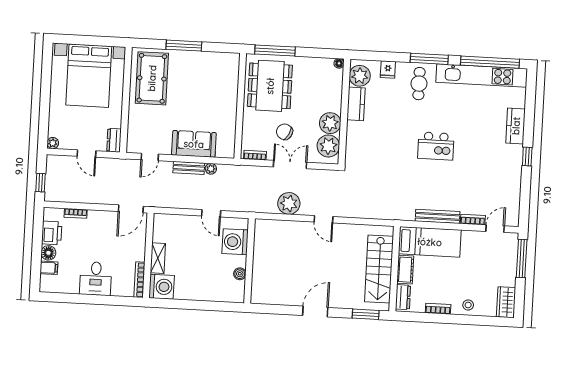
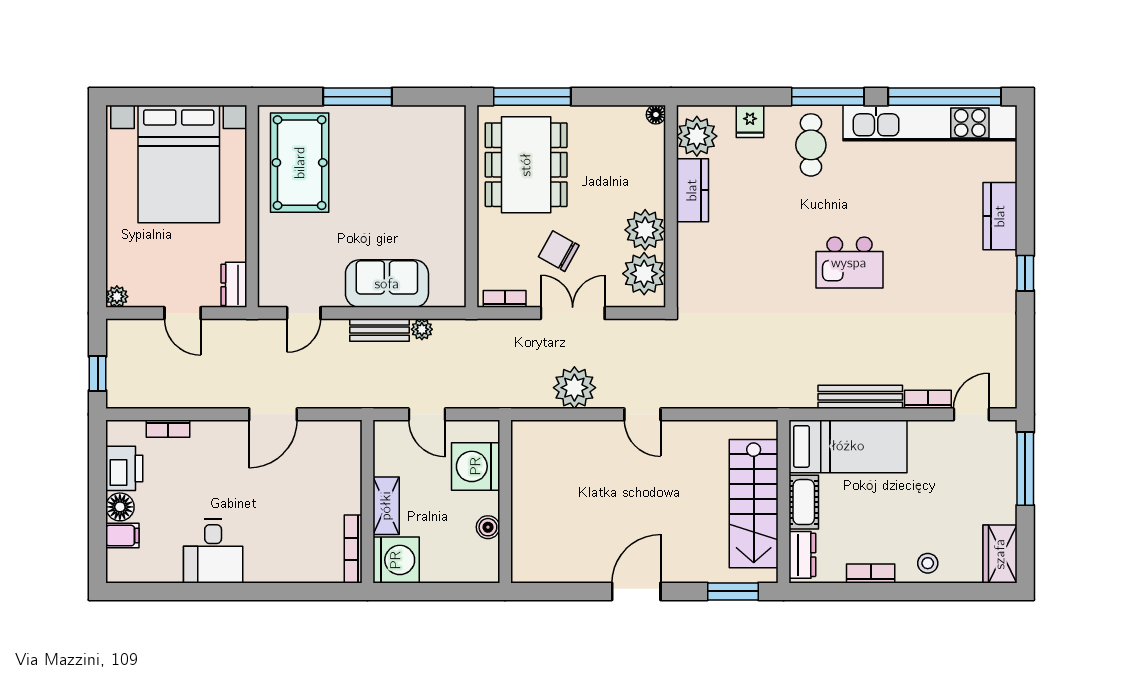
wall: (148, 255) -> (367, 501), moved
shelving: (158, 258) -> (386, 506), moved
bookcase: (139, 280) -> (353, 549), moved
washing machine: (162, 287) -> (396, 560), moved

